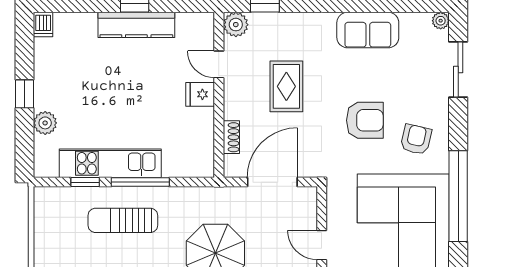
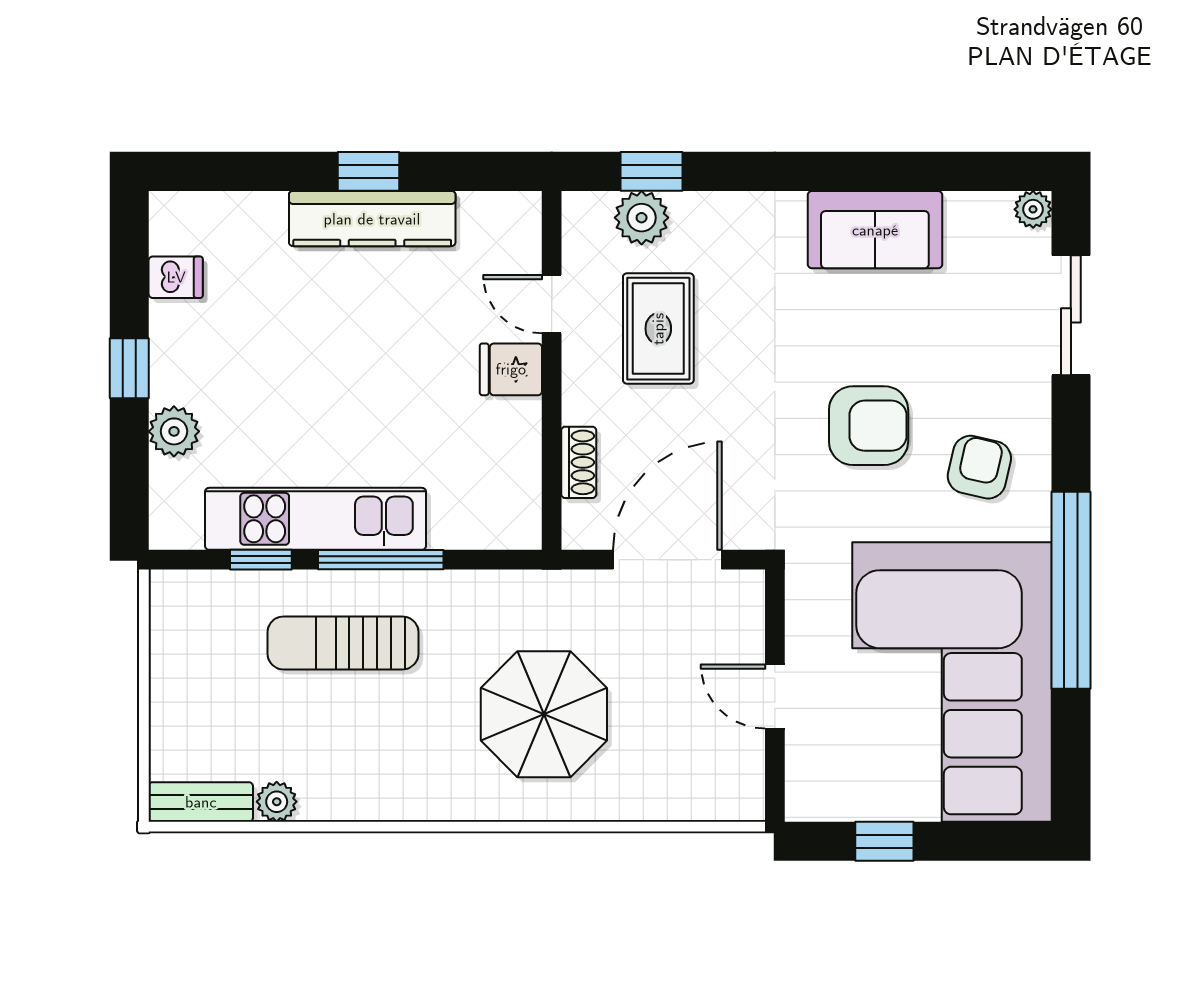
dishwasher: (43, 25) -> (176, 277), moved, turned -90
plant: (236, 25) -> (642, 218), moved
rug: (286, 86) -> (658, 329), moved

